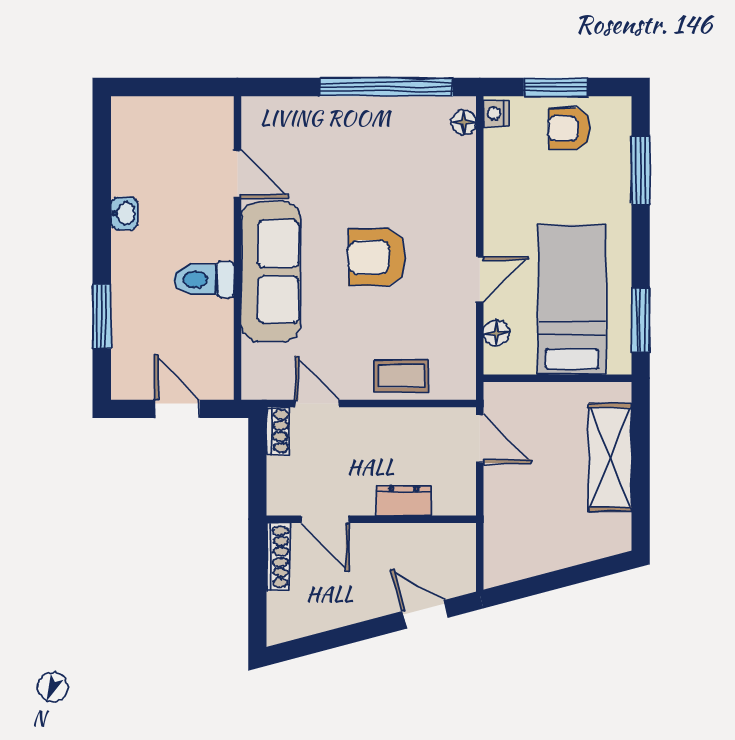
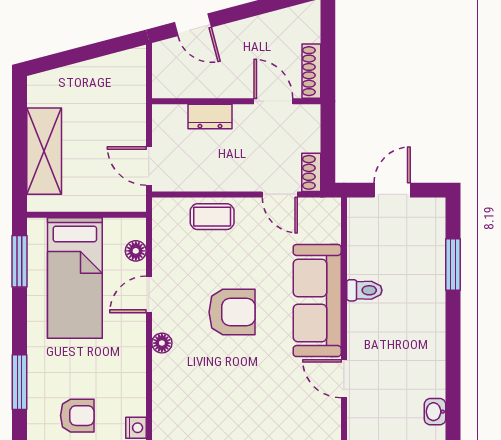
floor lamp: (464, 122) -> (162, 343), moved
washbasin: (124, 213) -> (435, 412), moved
toilet: (204, 279) -> (364, 290), width x0.73, depth x0.72
door: (177, 409) -> (392, 190), swing flipped

